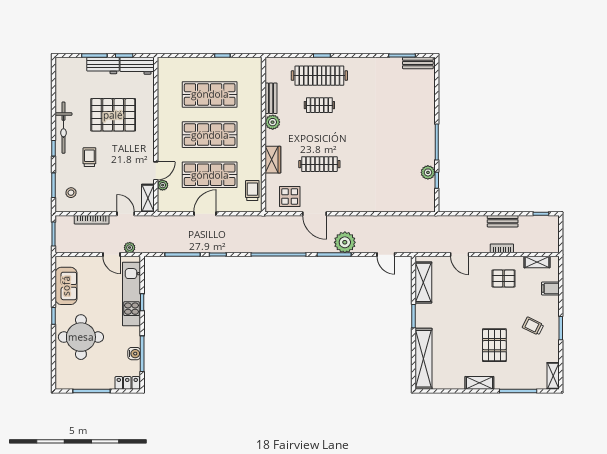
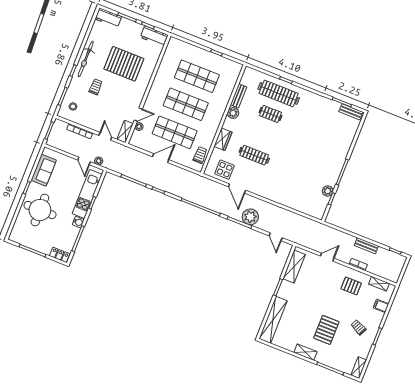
workbench: (103, 65) -> (108, 18), moved
door: (460, 255) -> (327, 257), swing flipped
water cooler: (134, 354) -> (78, 222), moved

